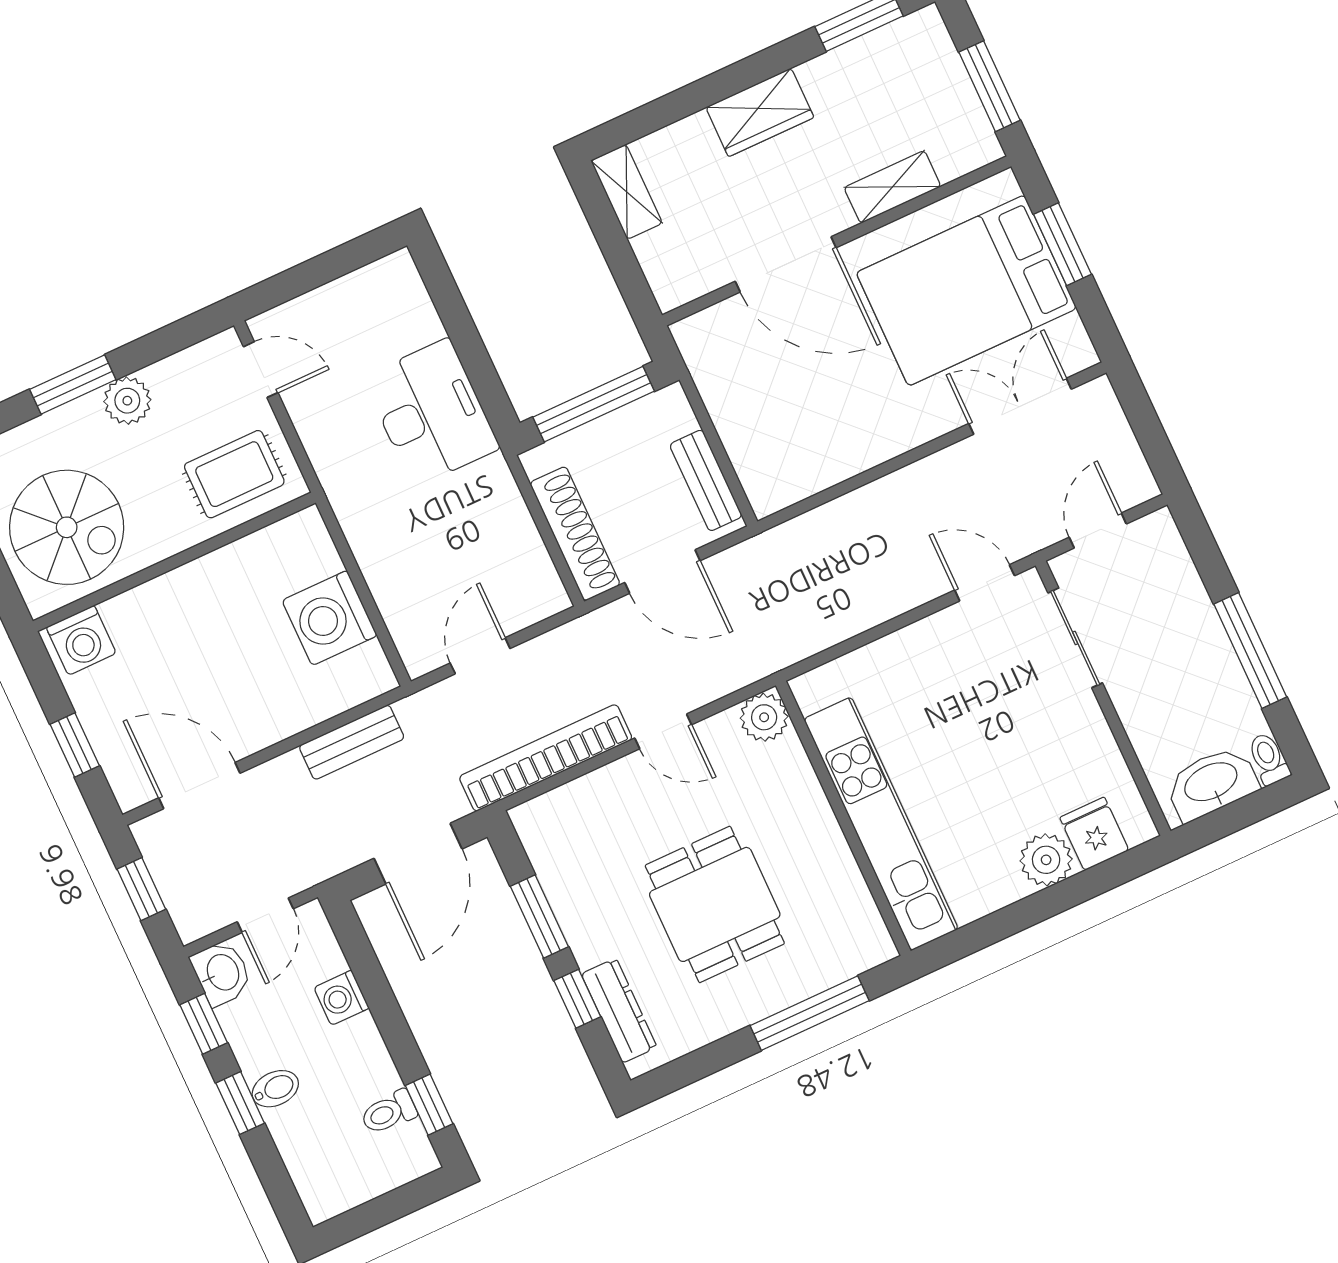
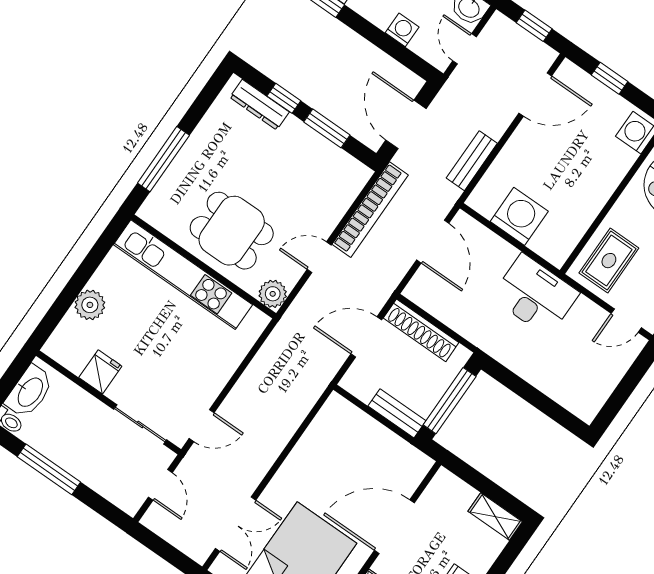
desk: (431, 413) -> (535, 295), moved, turned 180
bench: (706, 480) -> (397, 413), moved
door: (480, 656) -> (433, 242), width x1.37
fridge: (1094, 834) -> (100, 372), moved, turned -90
dining table: (715, 904) -> (232, 231), moved

